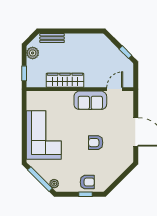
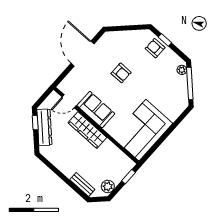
dresser: (116, 55) -> (44, 127), added
wardrobe: (65, 80) -> (87, 130), moved
corner sofa: (44, 135) -> (142, 130), moved

